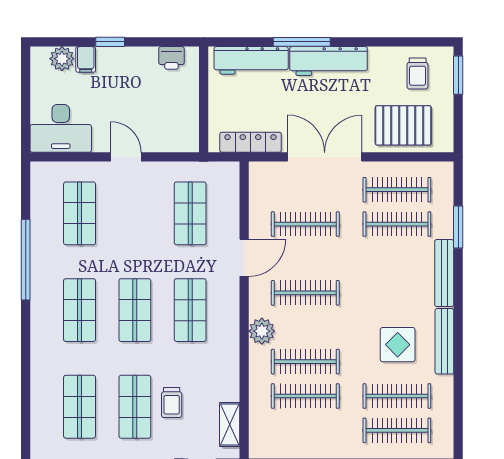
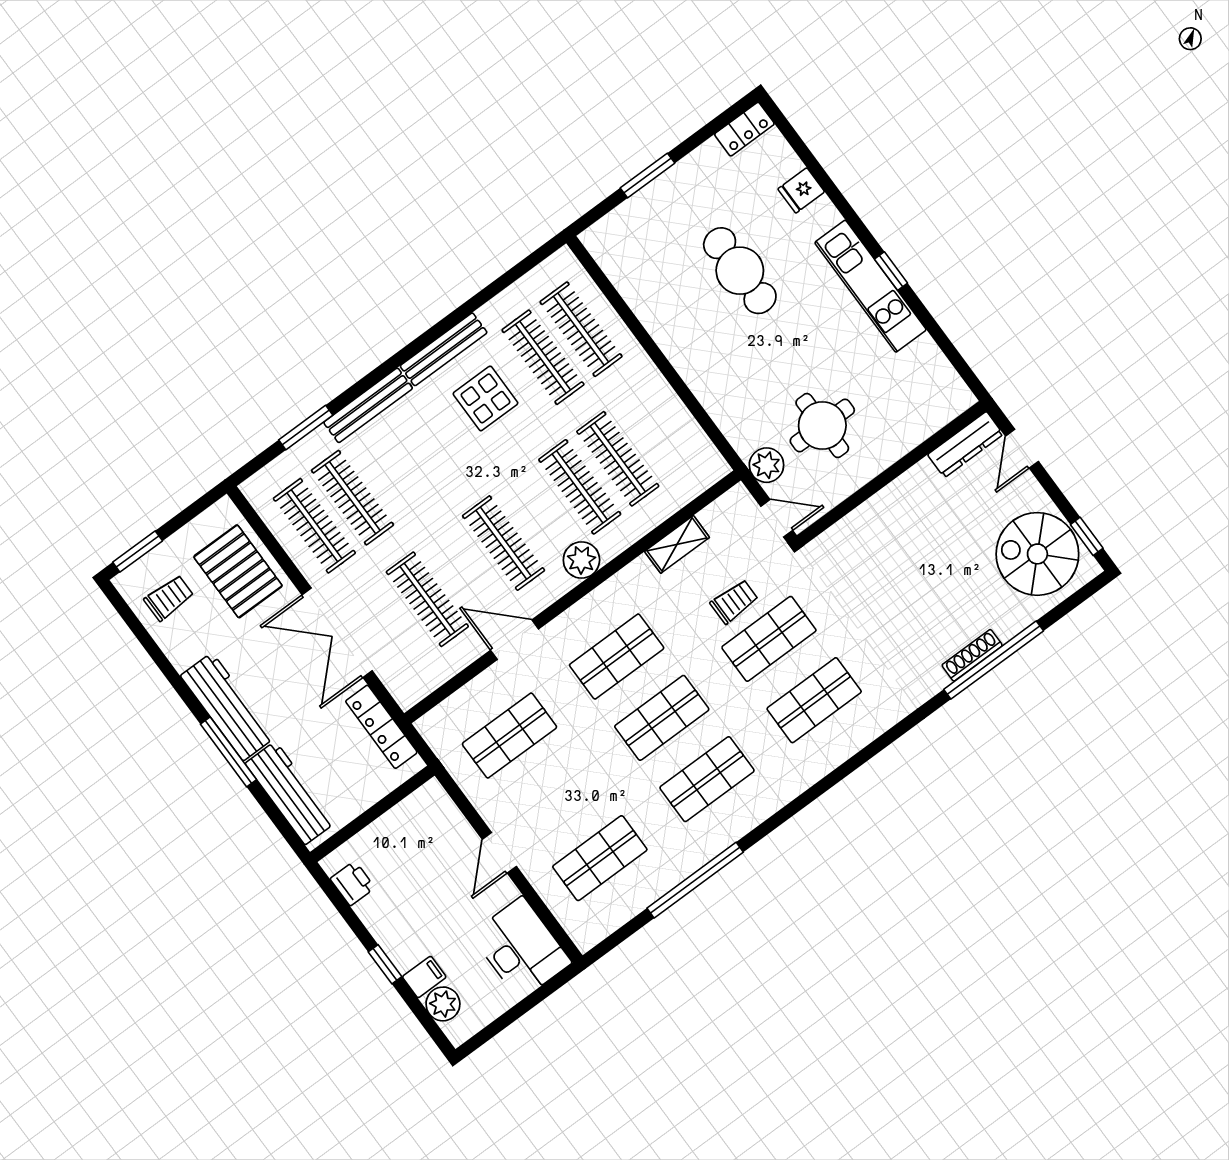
shelving: (230, 424) -> (677, 544), moved

